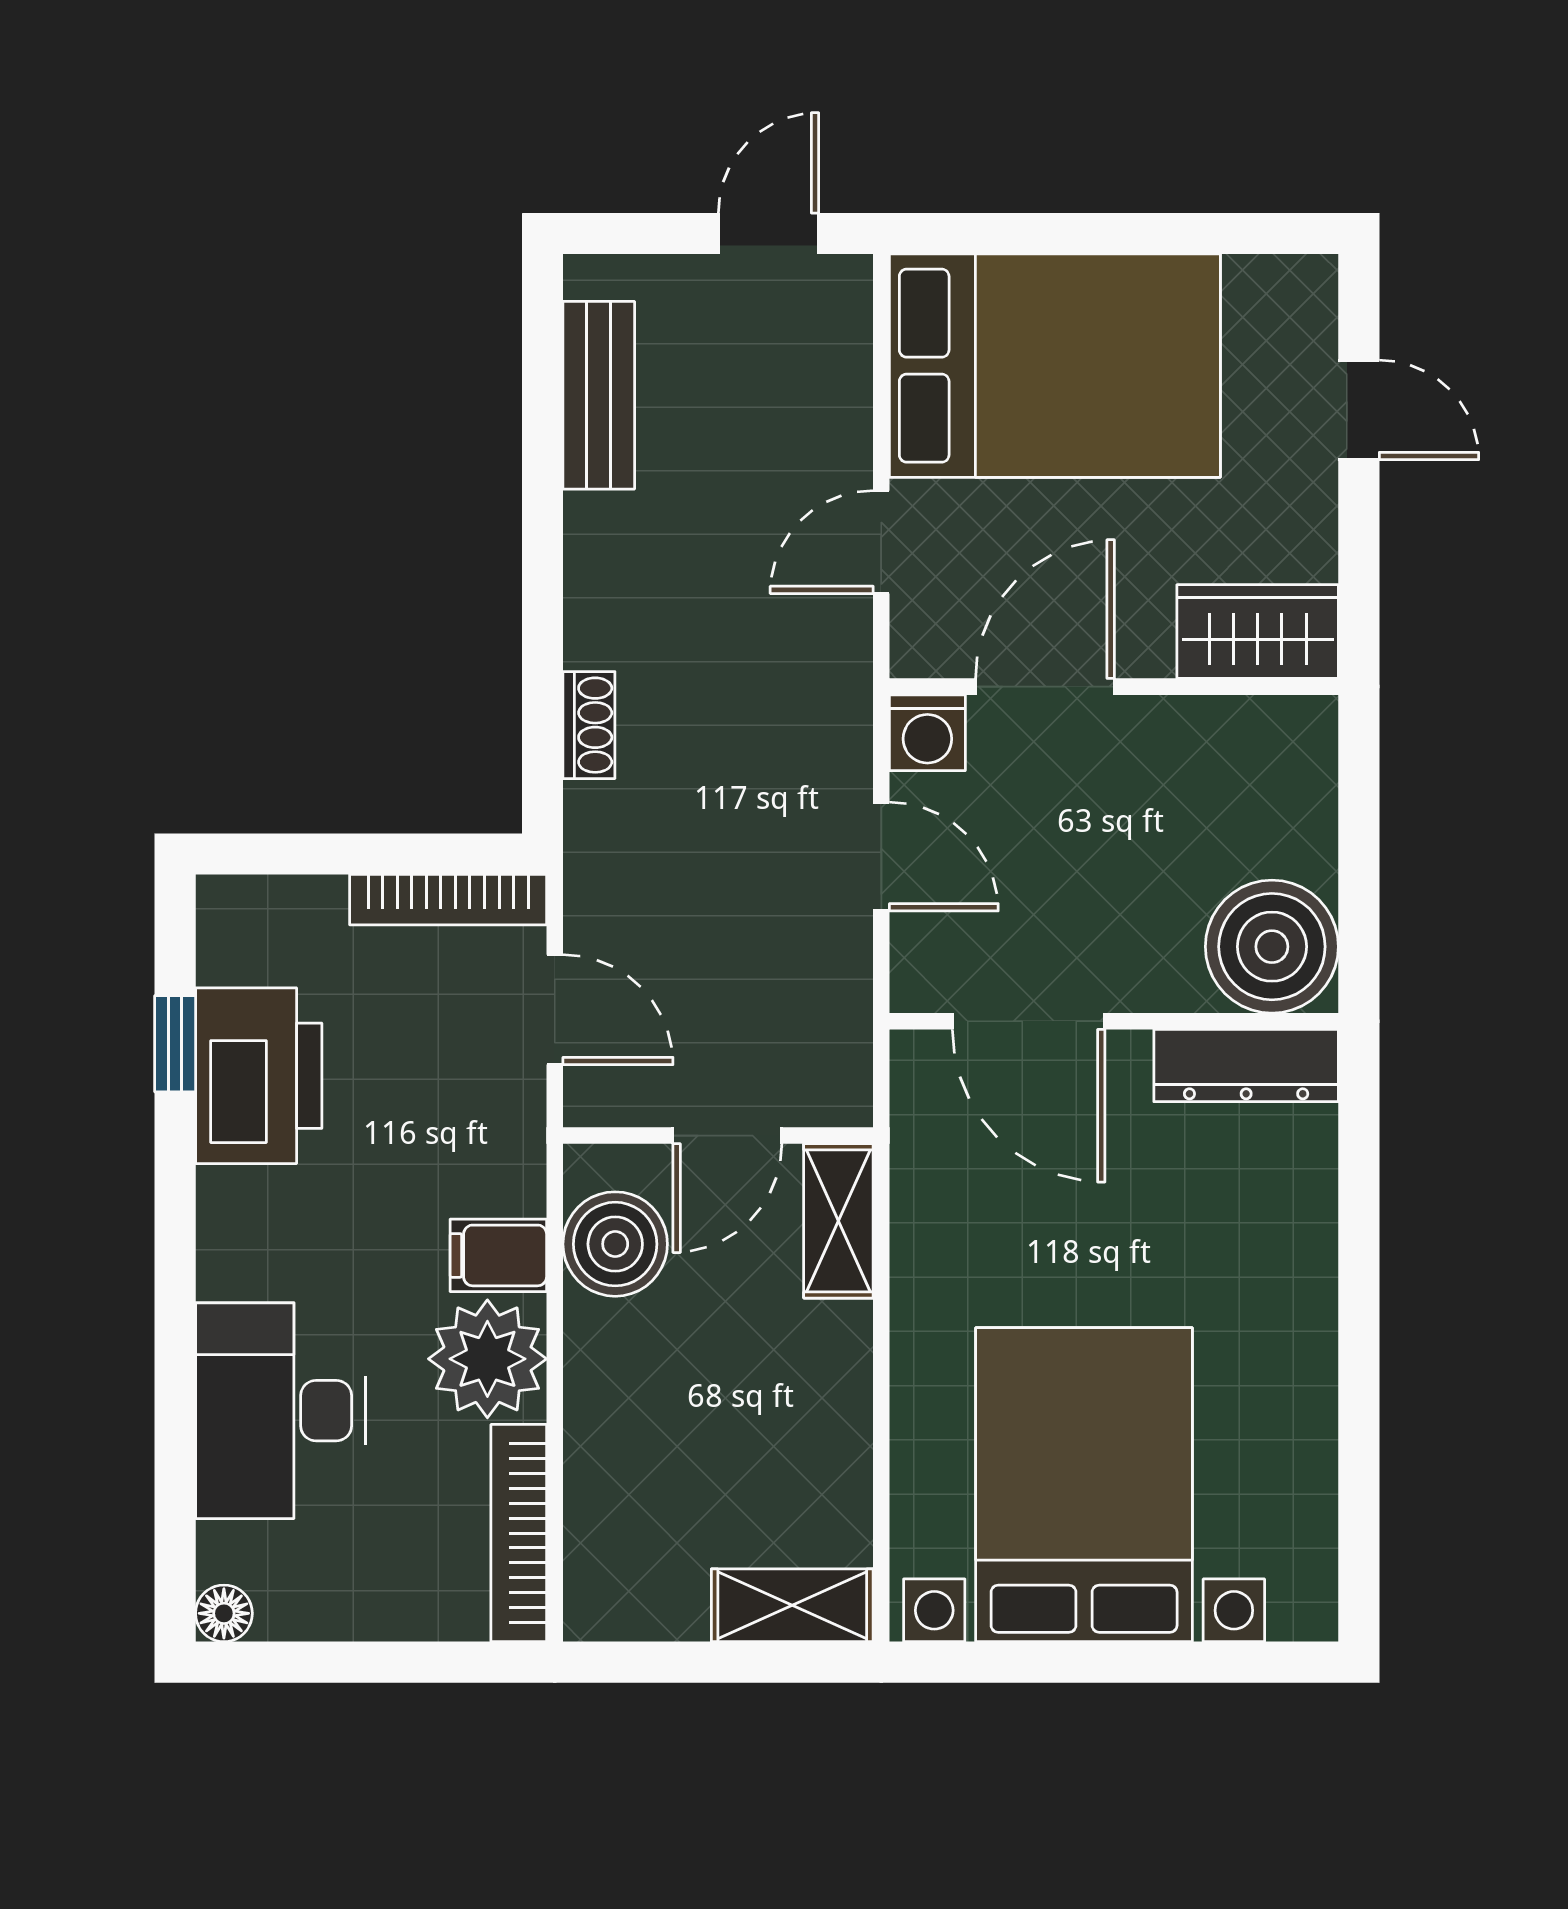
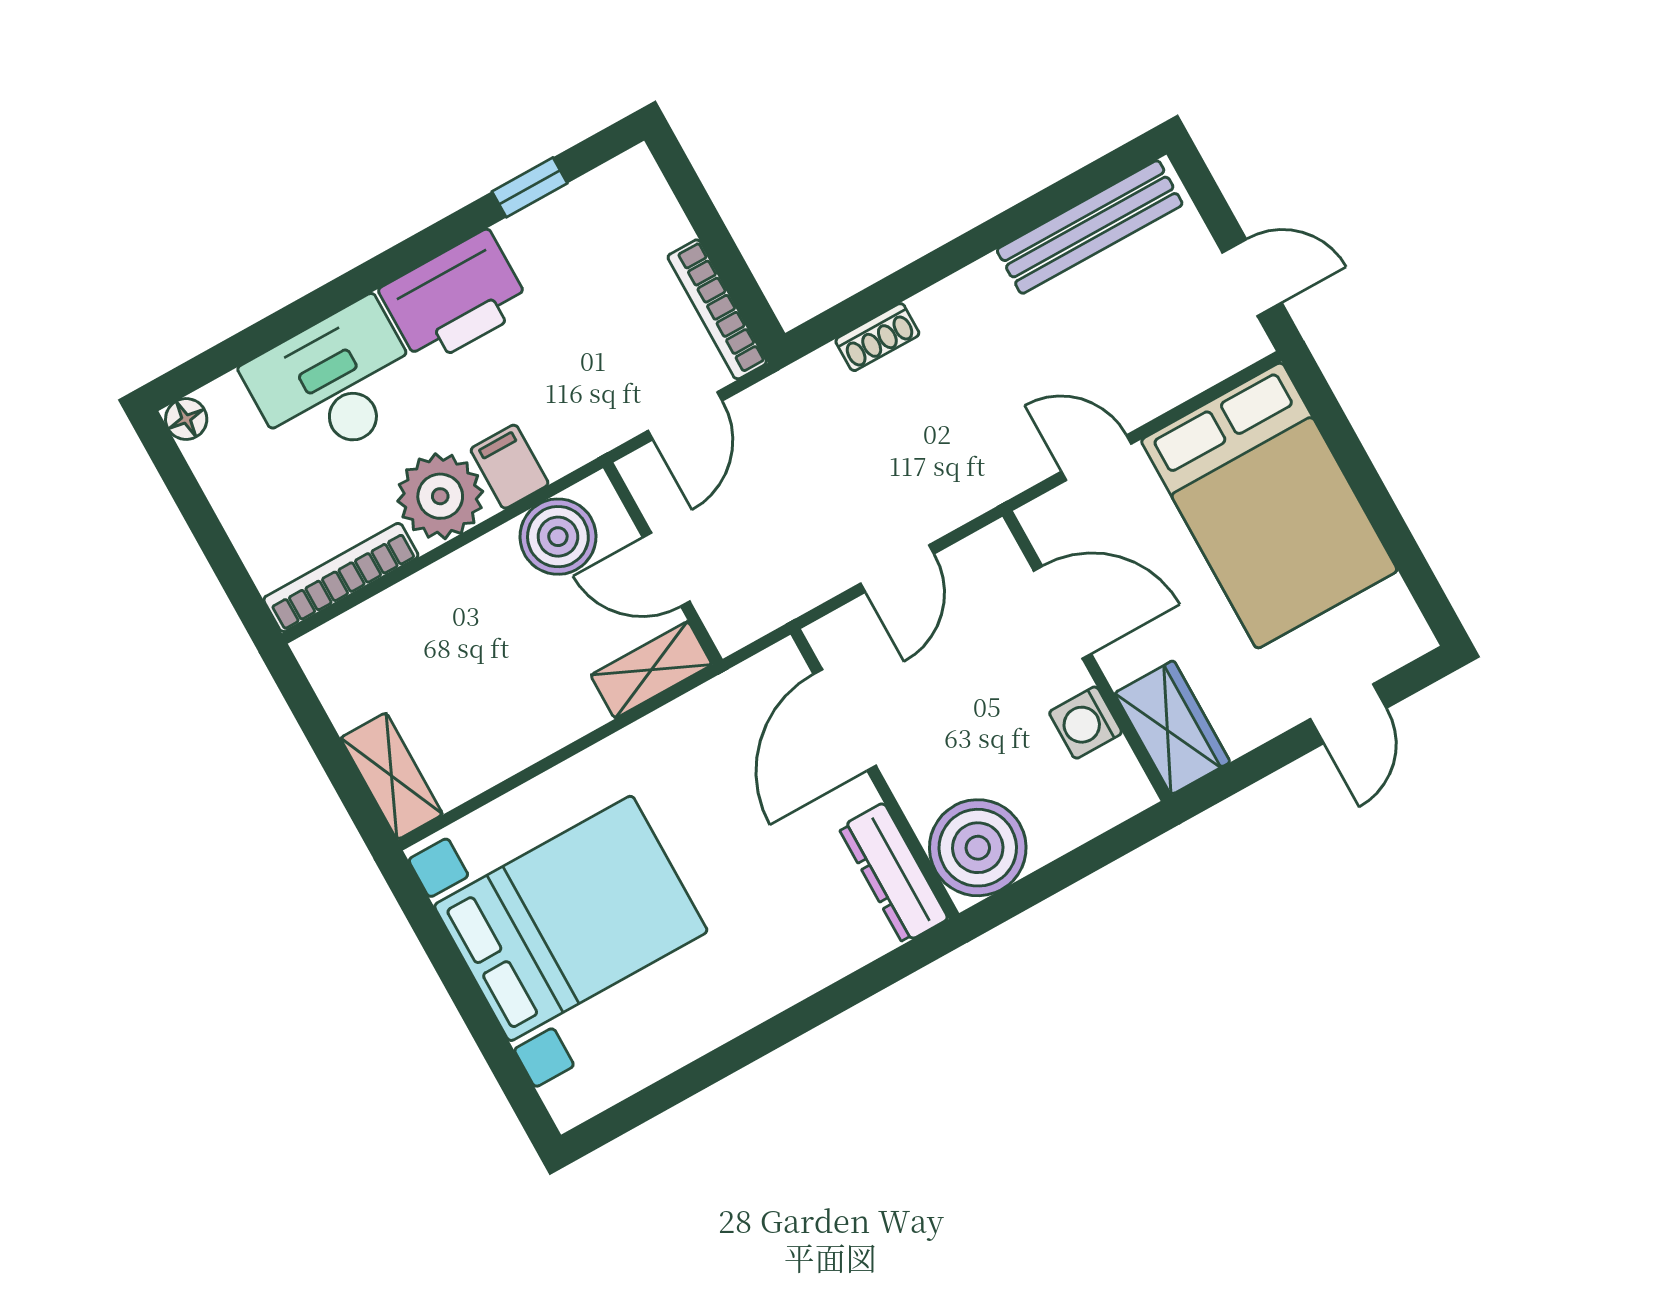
bench: (599, 395) -> (1090, 227), width x1.36
washing machine: (927, 733) -> (1086, 723), moved
printer: (259, 1076) -> (455, 298), moved

